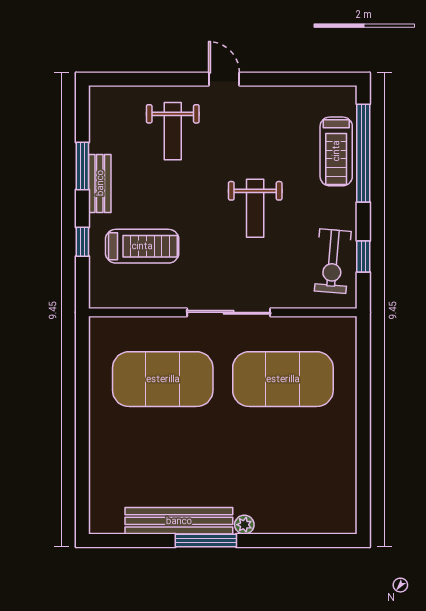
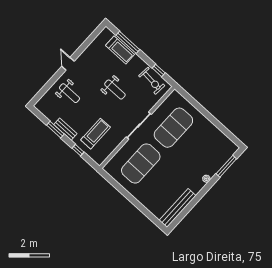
door: (224, 79) -> (68, 64), hinge flipped
window: (363, 153) -> (128, 42), width x0.68
bench: (179, 521) -> (178, 208), moved
window: (206, 541) -> (226, 166), moved

